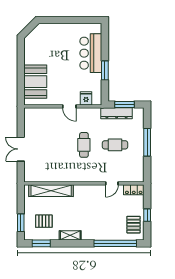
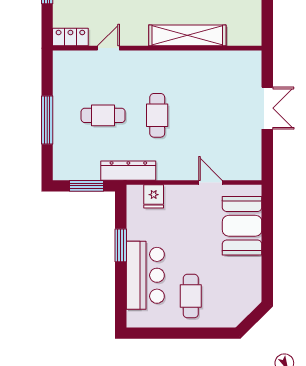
cafe table: (65, 41) -> (191, 296), added
door: (69, 106) -> (210, 183), moved
dresser: (117, 113) -> (128, 171), moved
shelving: (51, 191) -> (187, 35), moved

